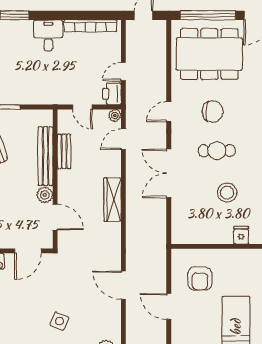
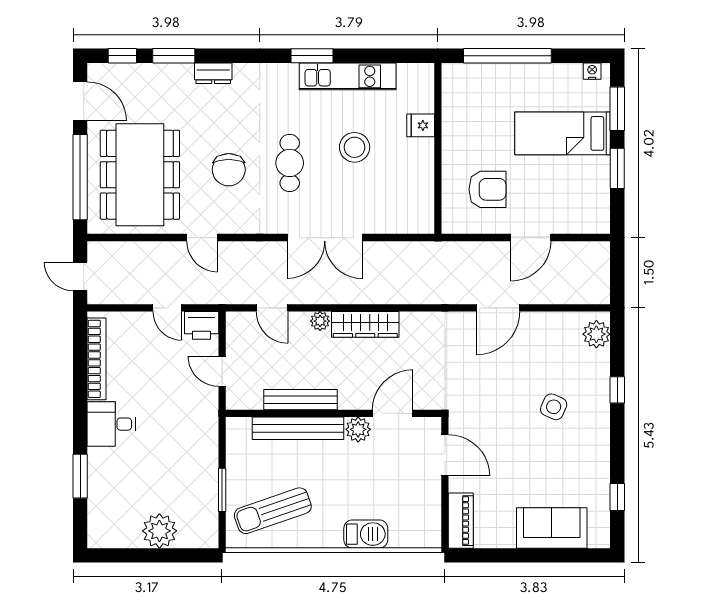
door: (82, 107) -> (222, 371), swing flipped
chair: (213, 111) -> (229, 170), turned 180
door: (169, 112) -> (202, 238), moved
plant: (115, 115) -> (320, 321), moved
bench: (64, 151) -> (300, 400), width x1.36

